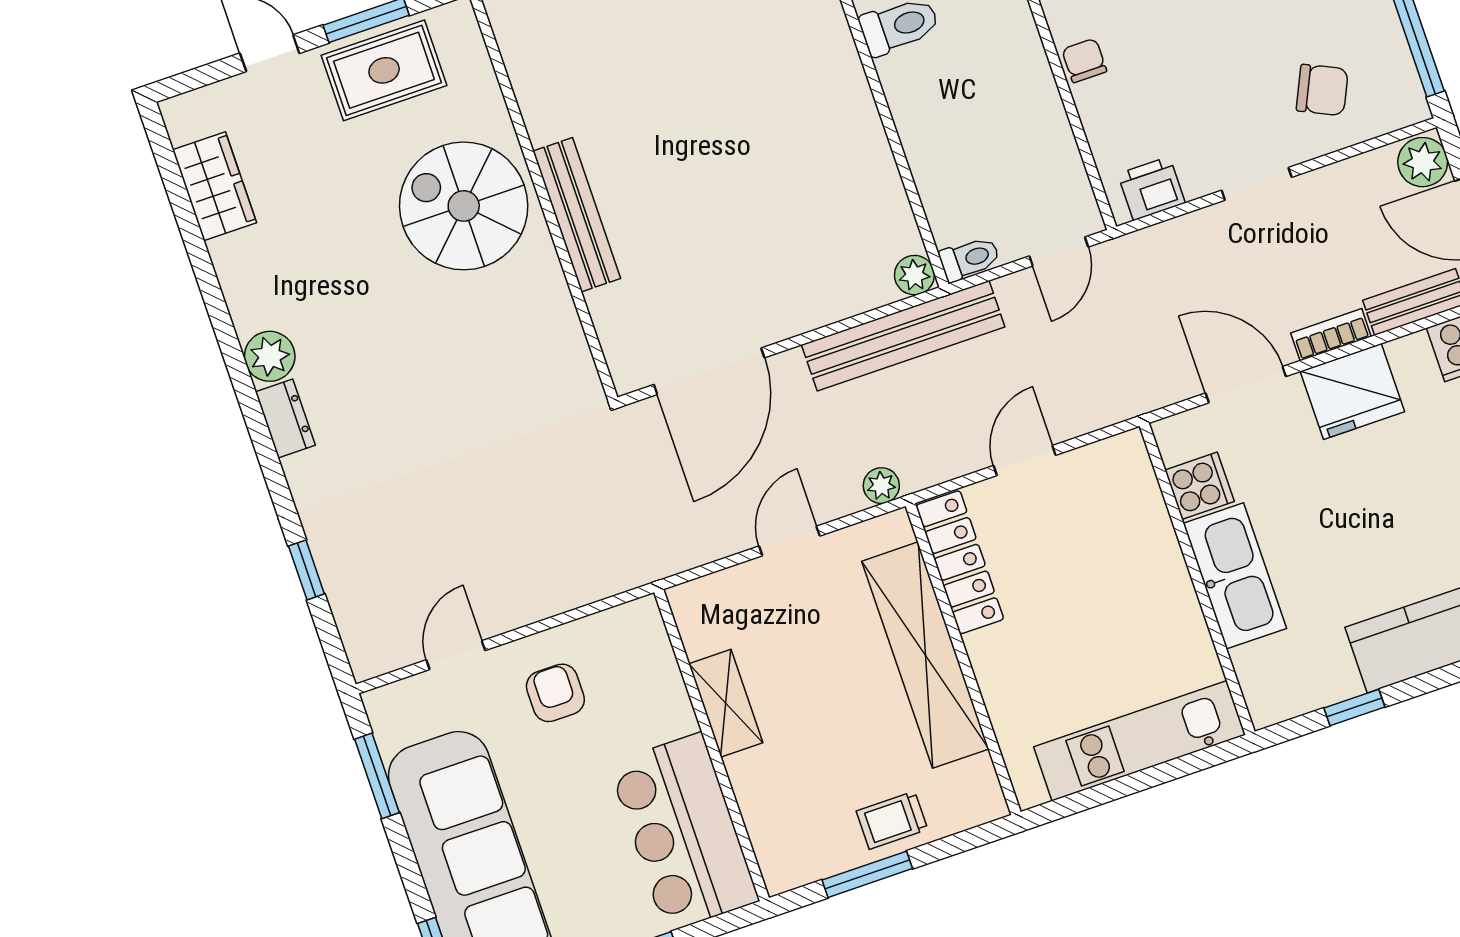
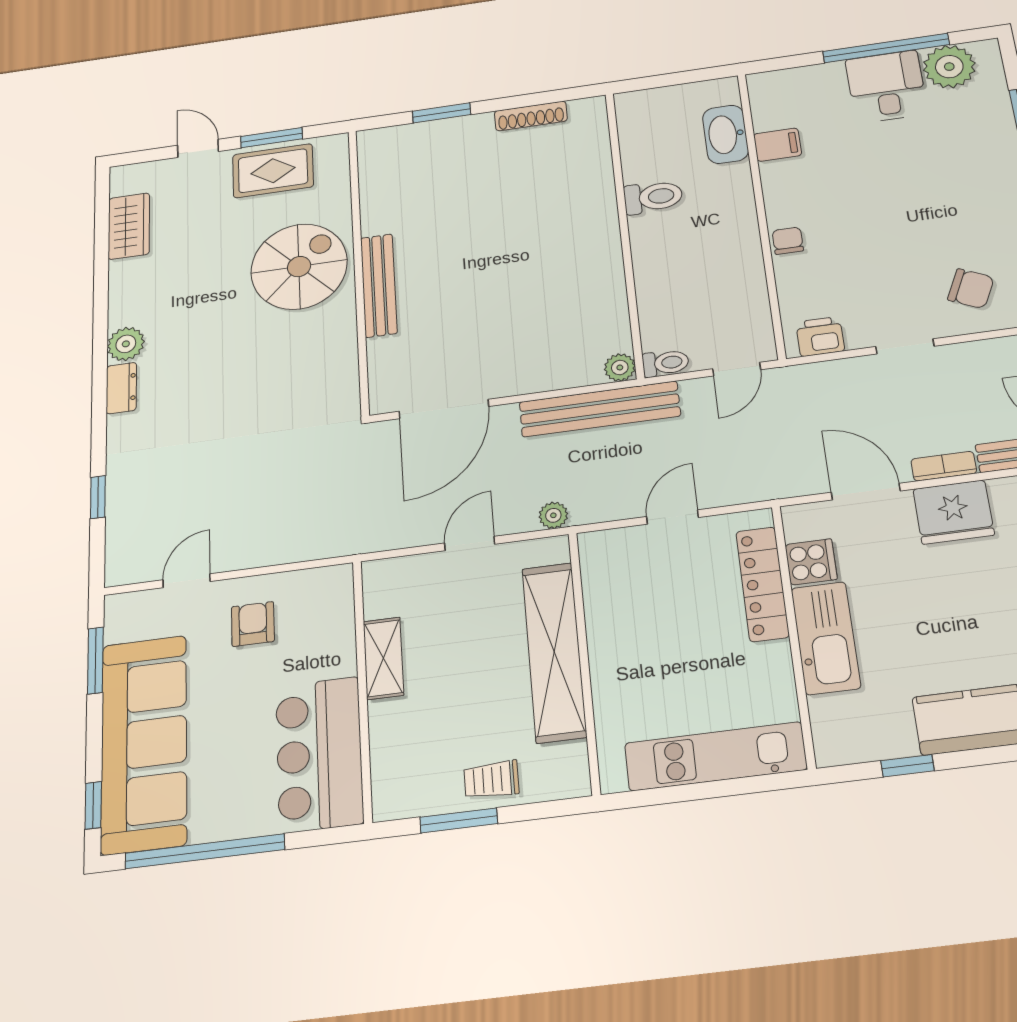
spiral stairs: (464, 206) -> (299, 267), turned 90
locker: (960, 562) -> (762, 584), moved, turned 180

